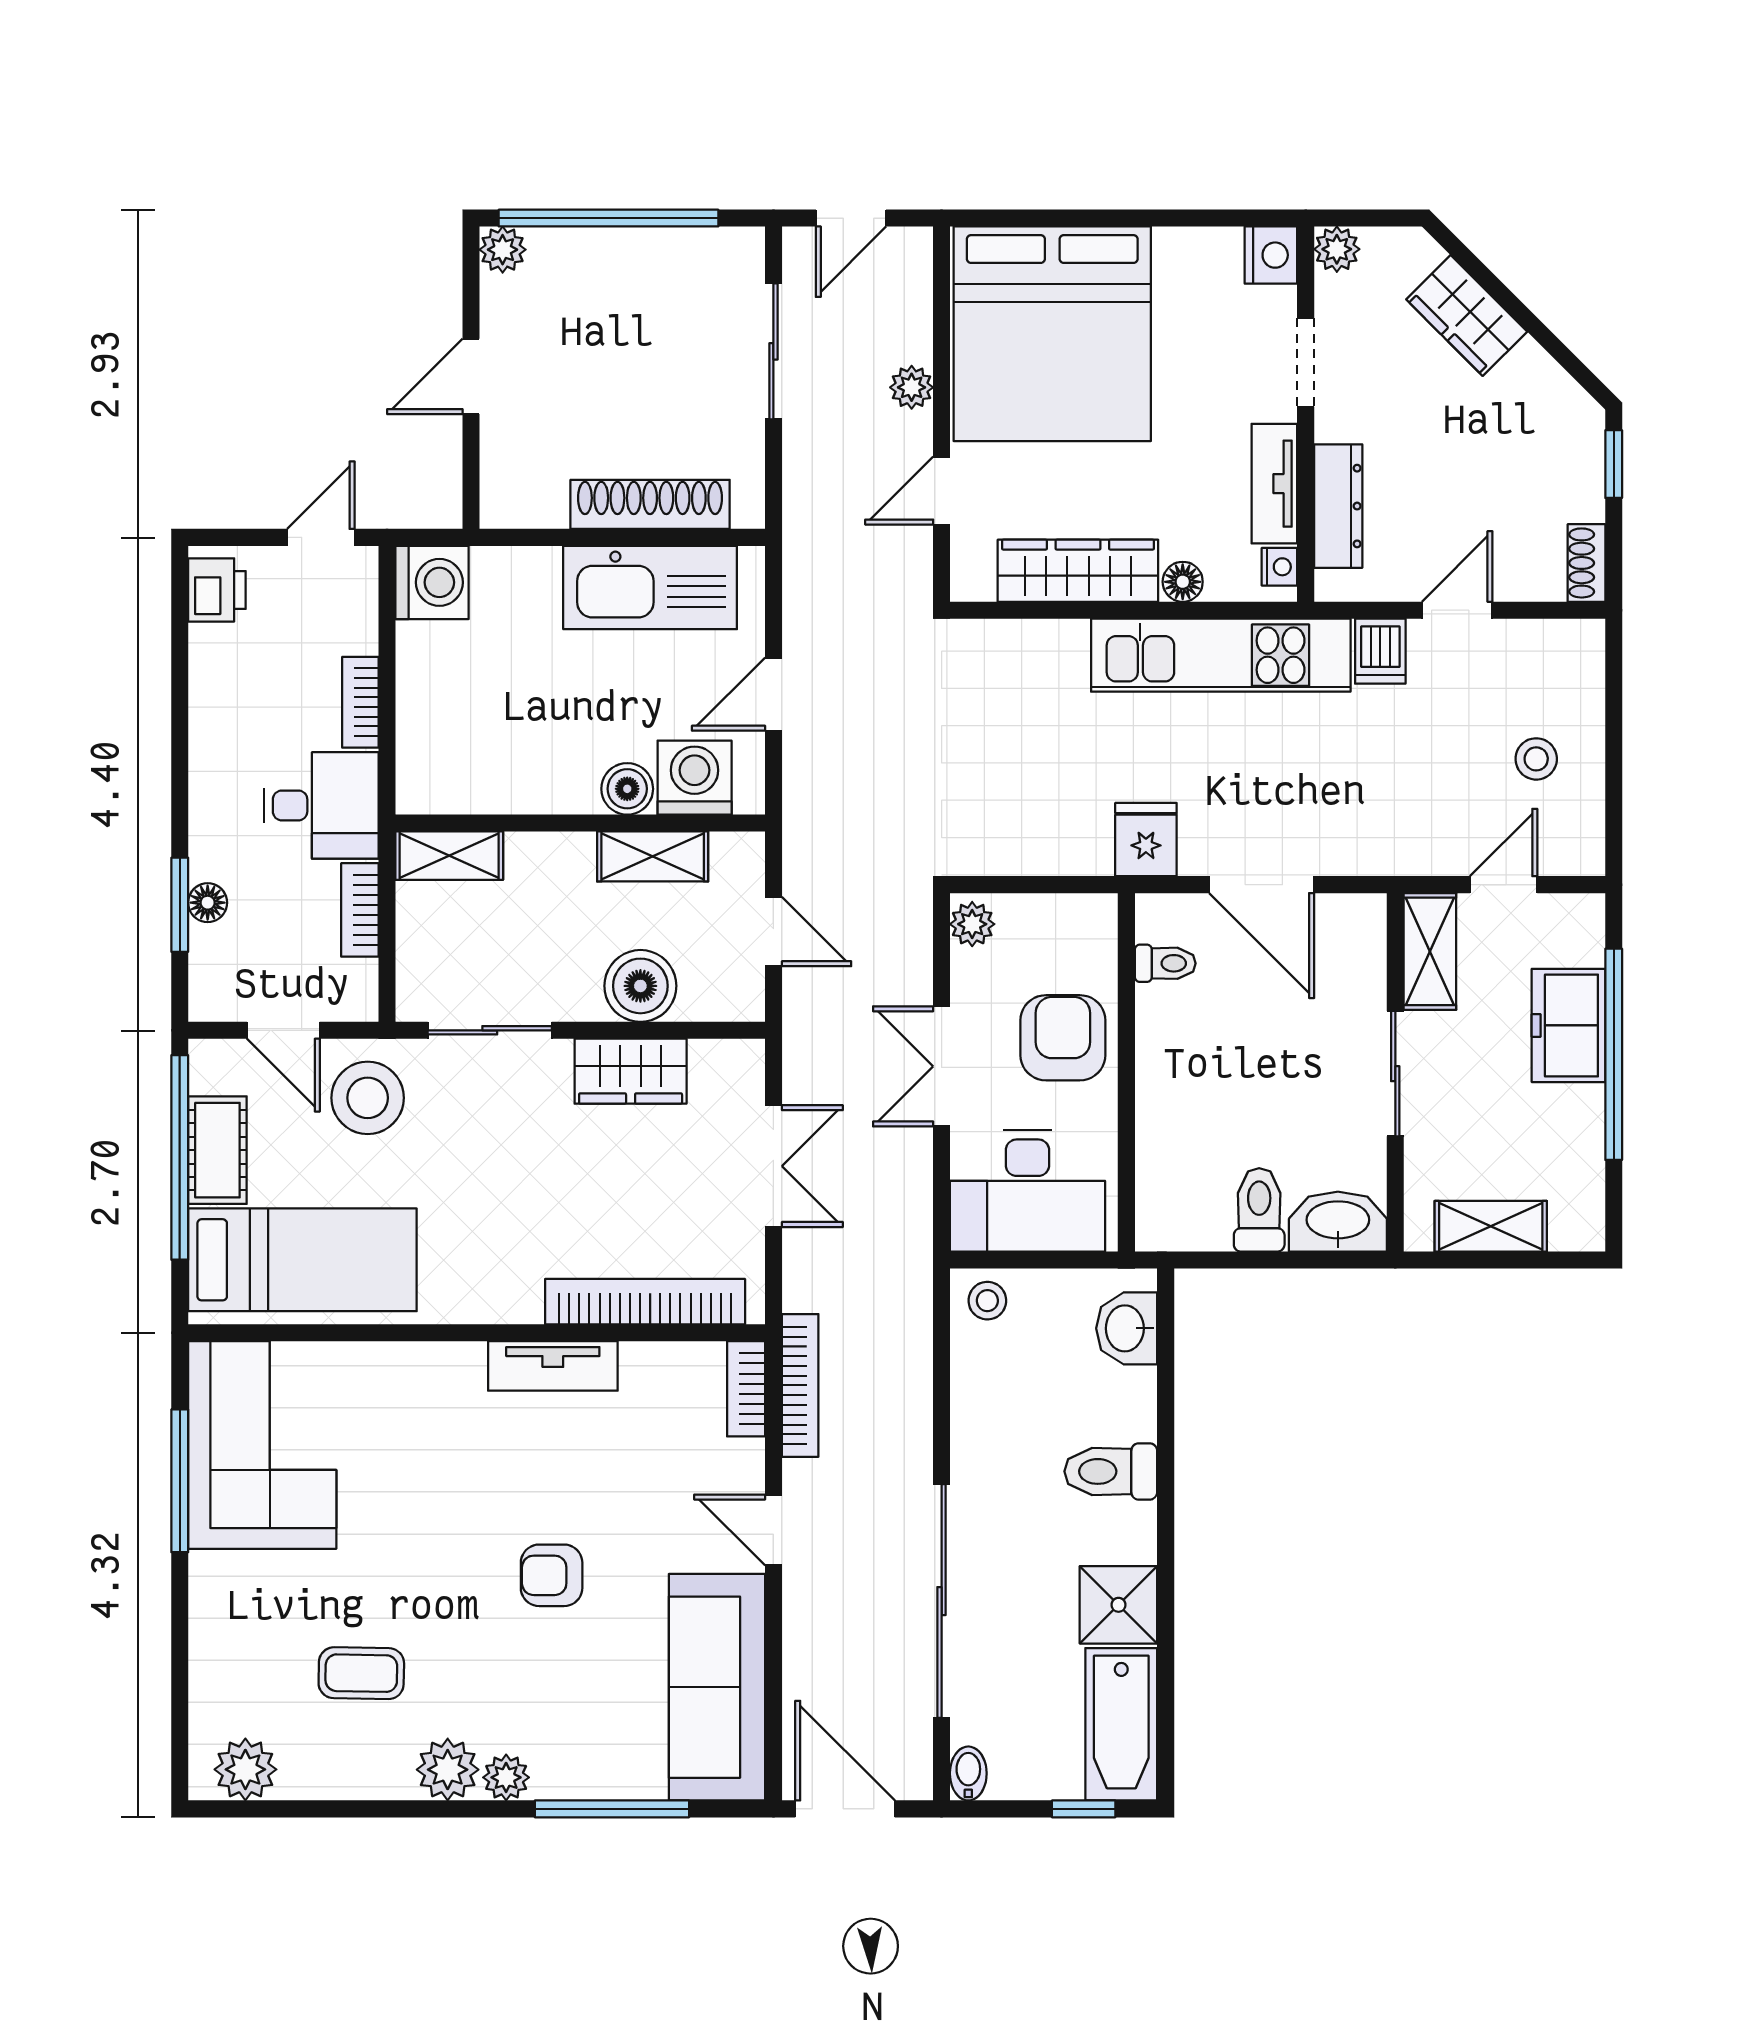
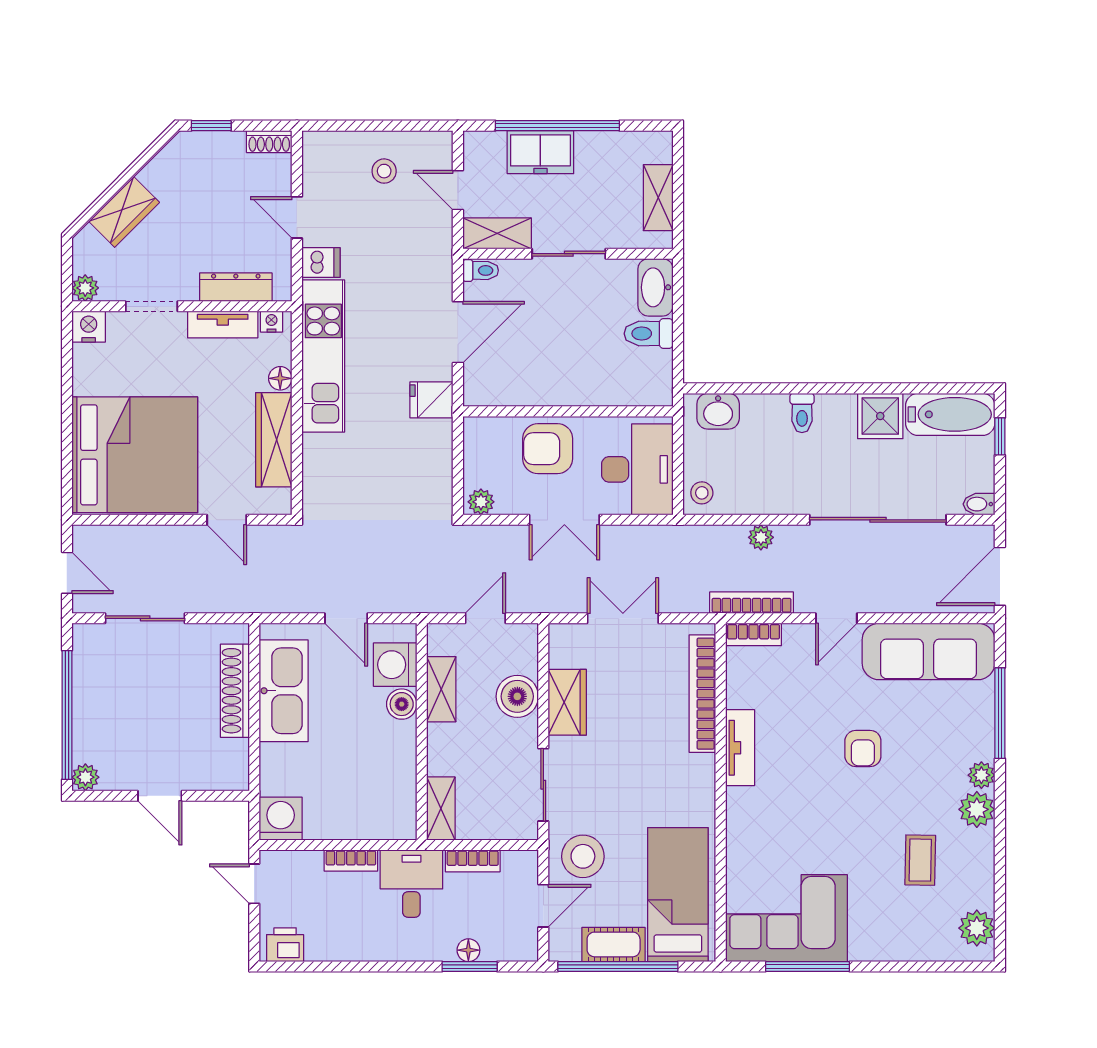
plant: (912, 387) -> (761, 537), moved
toilet: (1165, 963) -> (481, 270), moved, turned 90
toilet: (1111, 1471) -> (802, 413), width x0.73, depth x0.72

